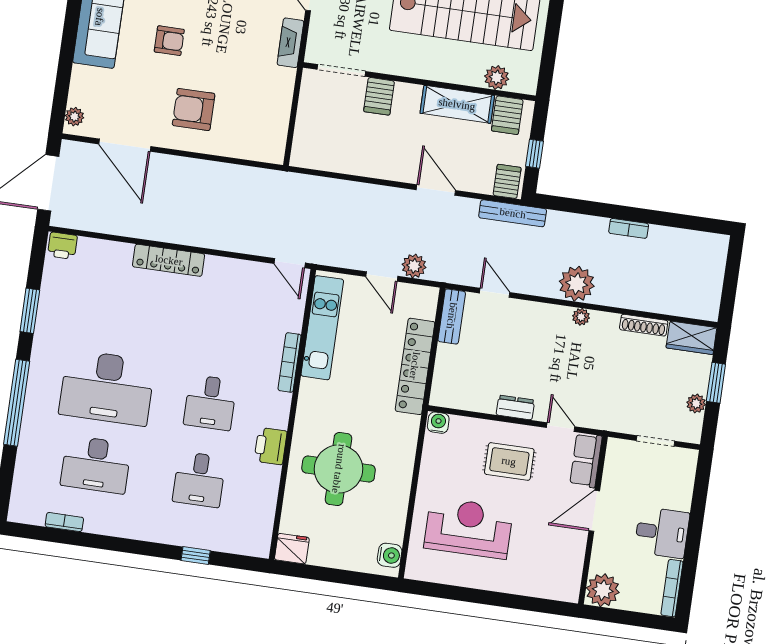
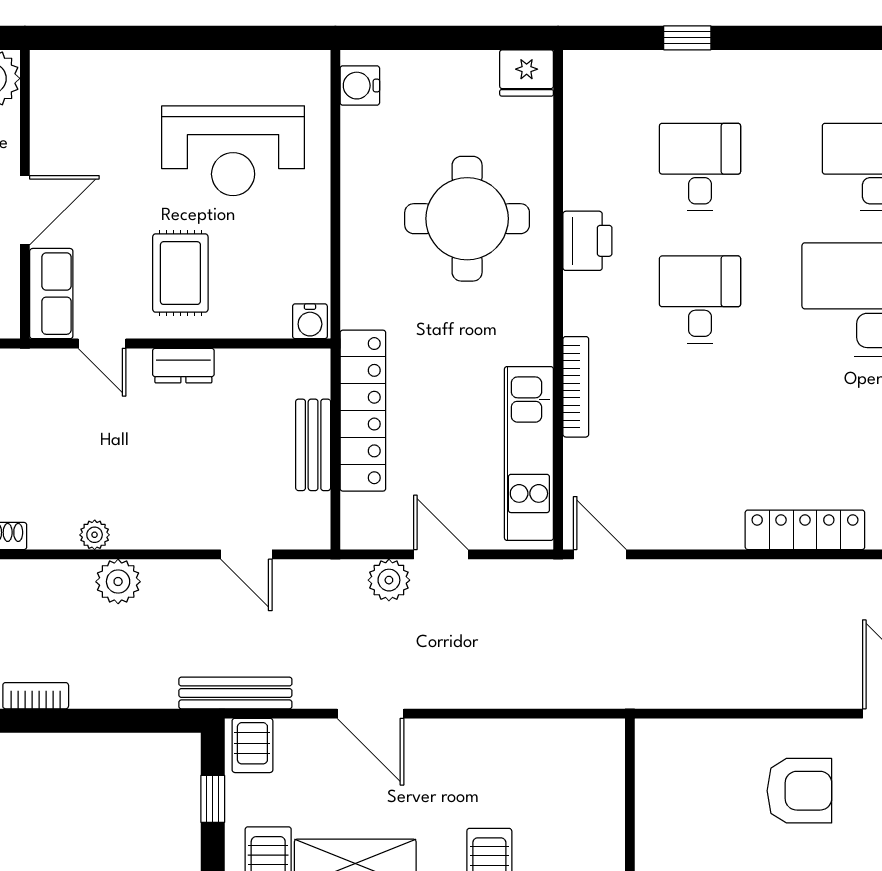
plant: (577, 284) -> (118, 582), width x0.73, depth x0.73
bench: (452, 316) -> (313, 445), moved
rug: (509, 461) -> (180, 273), turned 90

